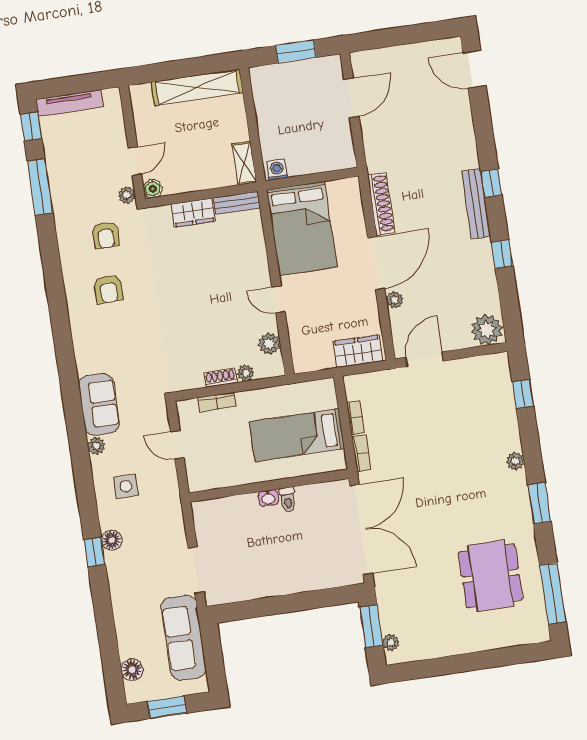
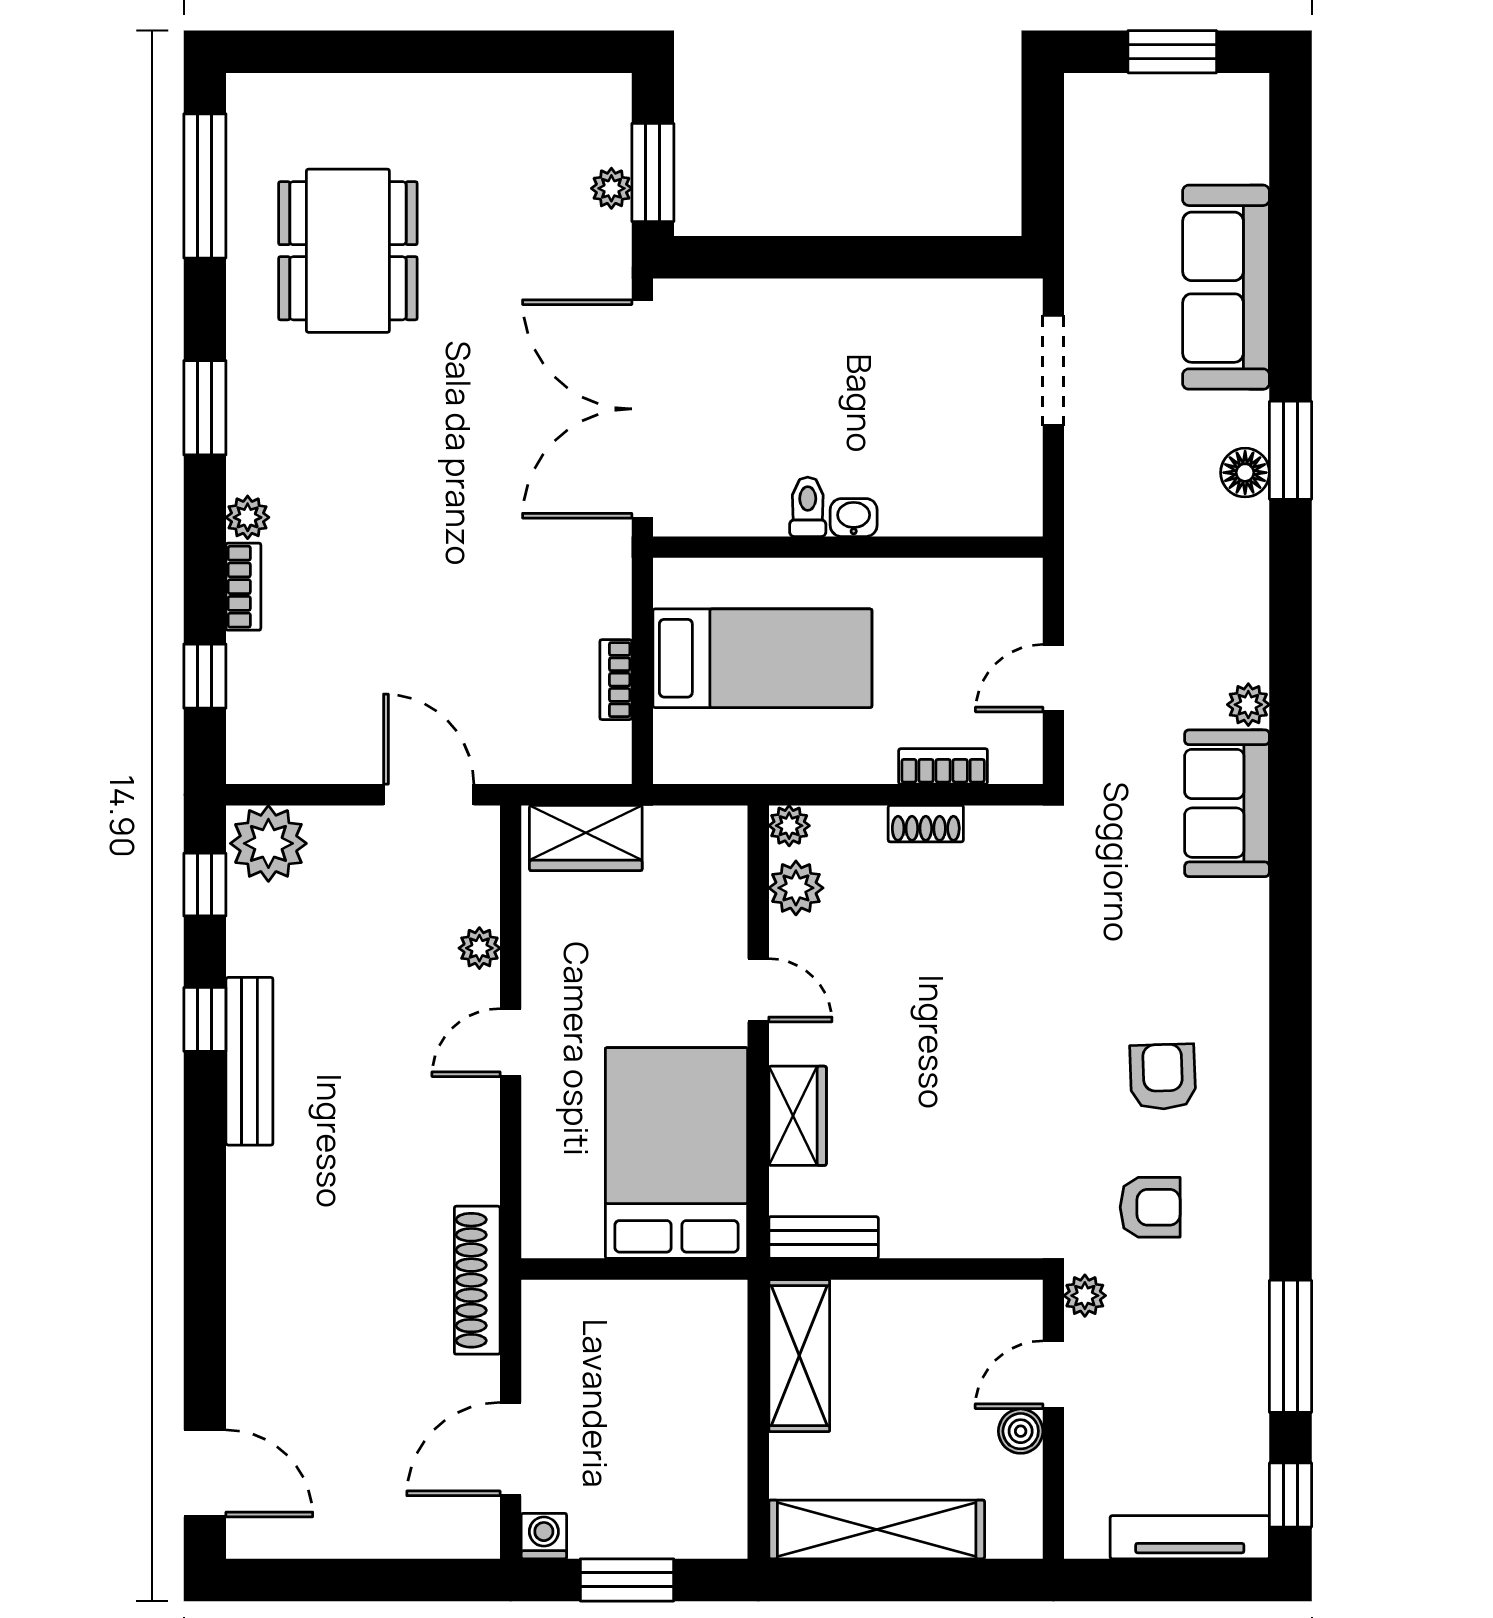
shelving: (244, 163) -> (799, 1356), width x1.50, depth x1.33
washing machine: (277, 170) -> (544, 1536), moved, turned 180
window: (491, 183) -> (205, 885), moved
boiler: (153, 189) -> (1021, 1431), moved
shoe rack: (381, 204) -> (477, 1280), moved
bench: (476, 204) -> (249, 1061), moved
wardrobe: (193, 213) -> (798, 1116), moved, turned 90
armchair: (106, 235) -> (1150, 1207), turned 90
door: (376, 263) -> (511, 1043), width x0.53
door: (425, 359) -> (429, 795), swing flipped
plant: (246, 373) -> (789, 826), moved
door: (177, 445) -> (1053, 678), swing flipped
bookcase: (361, 453) -> (243, 587), moved, turned 180
side table: (126, 486) -> (1192, 597), removed
window: (95, 552) -> (1290, 450), width x1.50
sofa: (184, 638) -> (1226, 287), moved, turned 180
plant: (391, 642) -> (611, 188), moved
floor lamp: (132, 670) -> (1243, 154), removed

